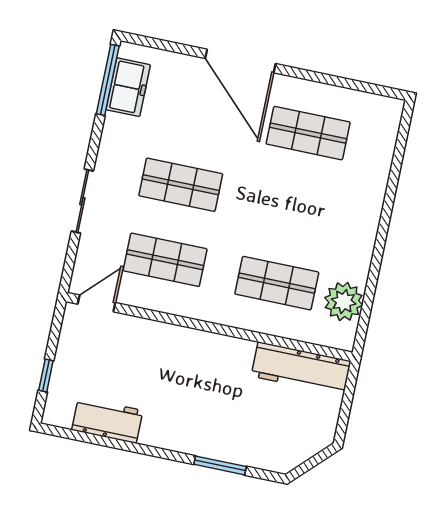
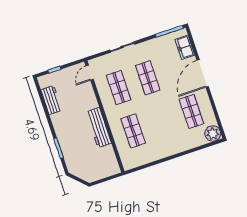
freezer: (128, 87) -> (185, 47), moved, turned 90
plant: (344, 301) -> (213, 134), moved
door: (96, 303) -> (90, 73), swing flipped
workbench: (301, 369) -> (99, 128), moved

